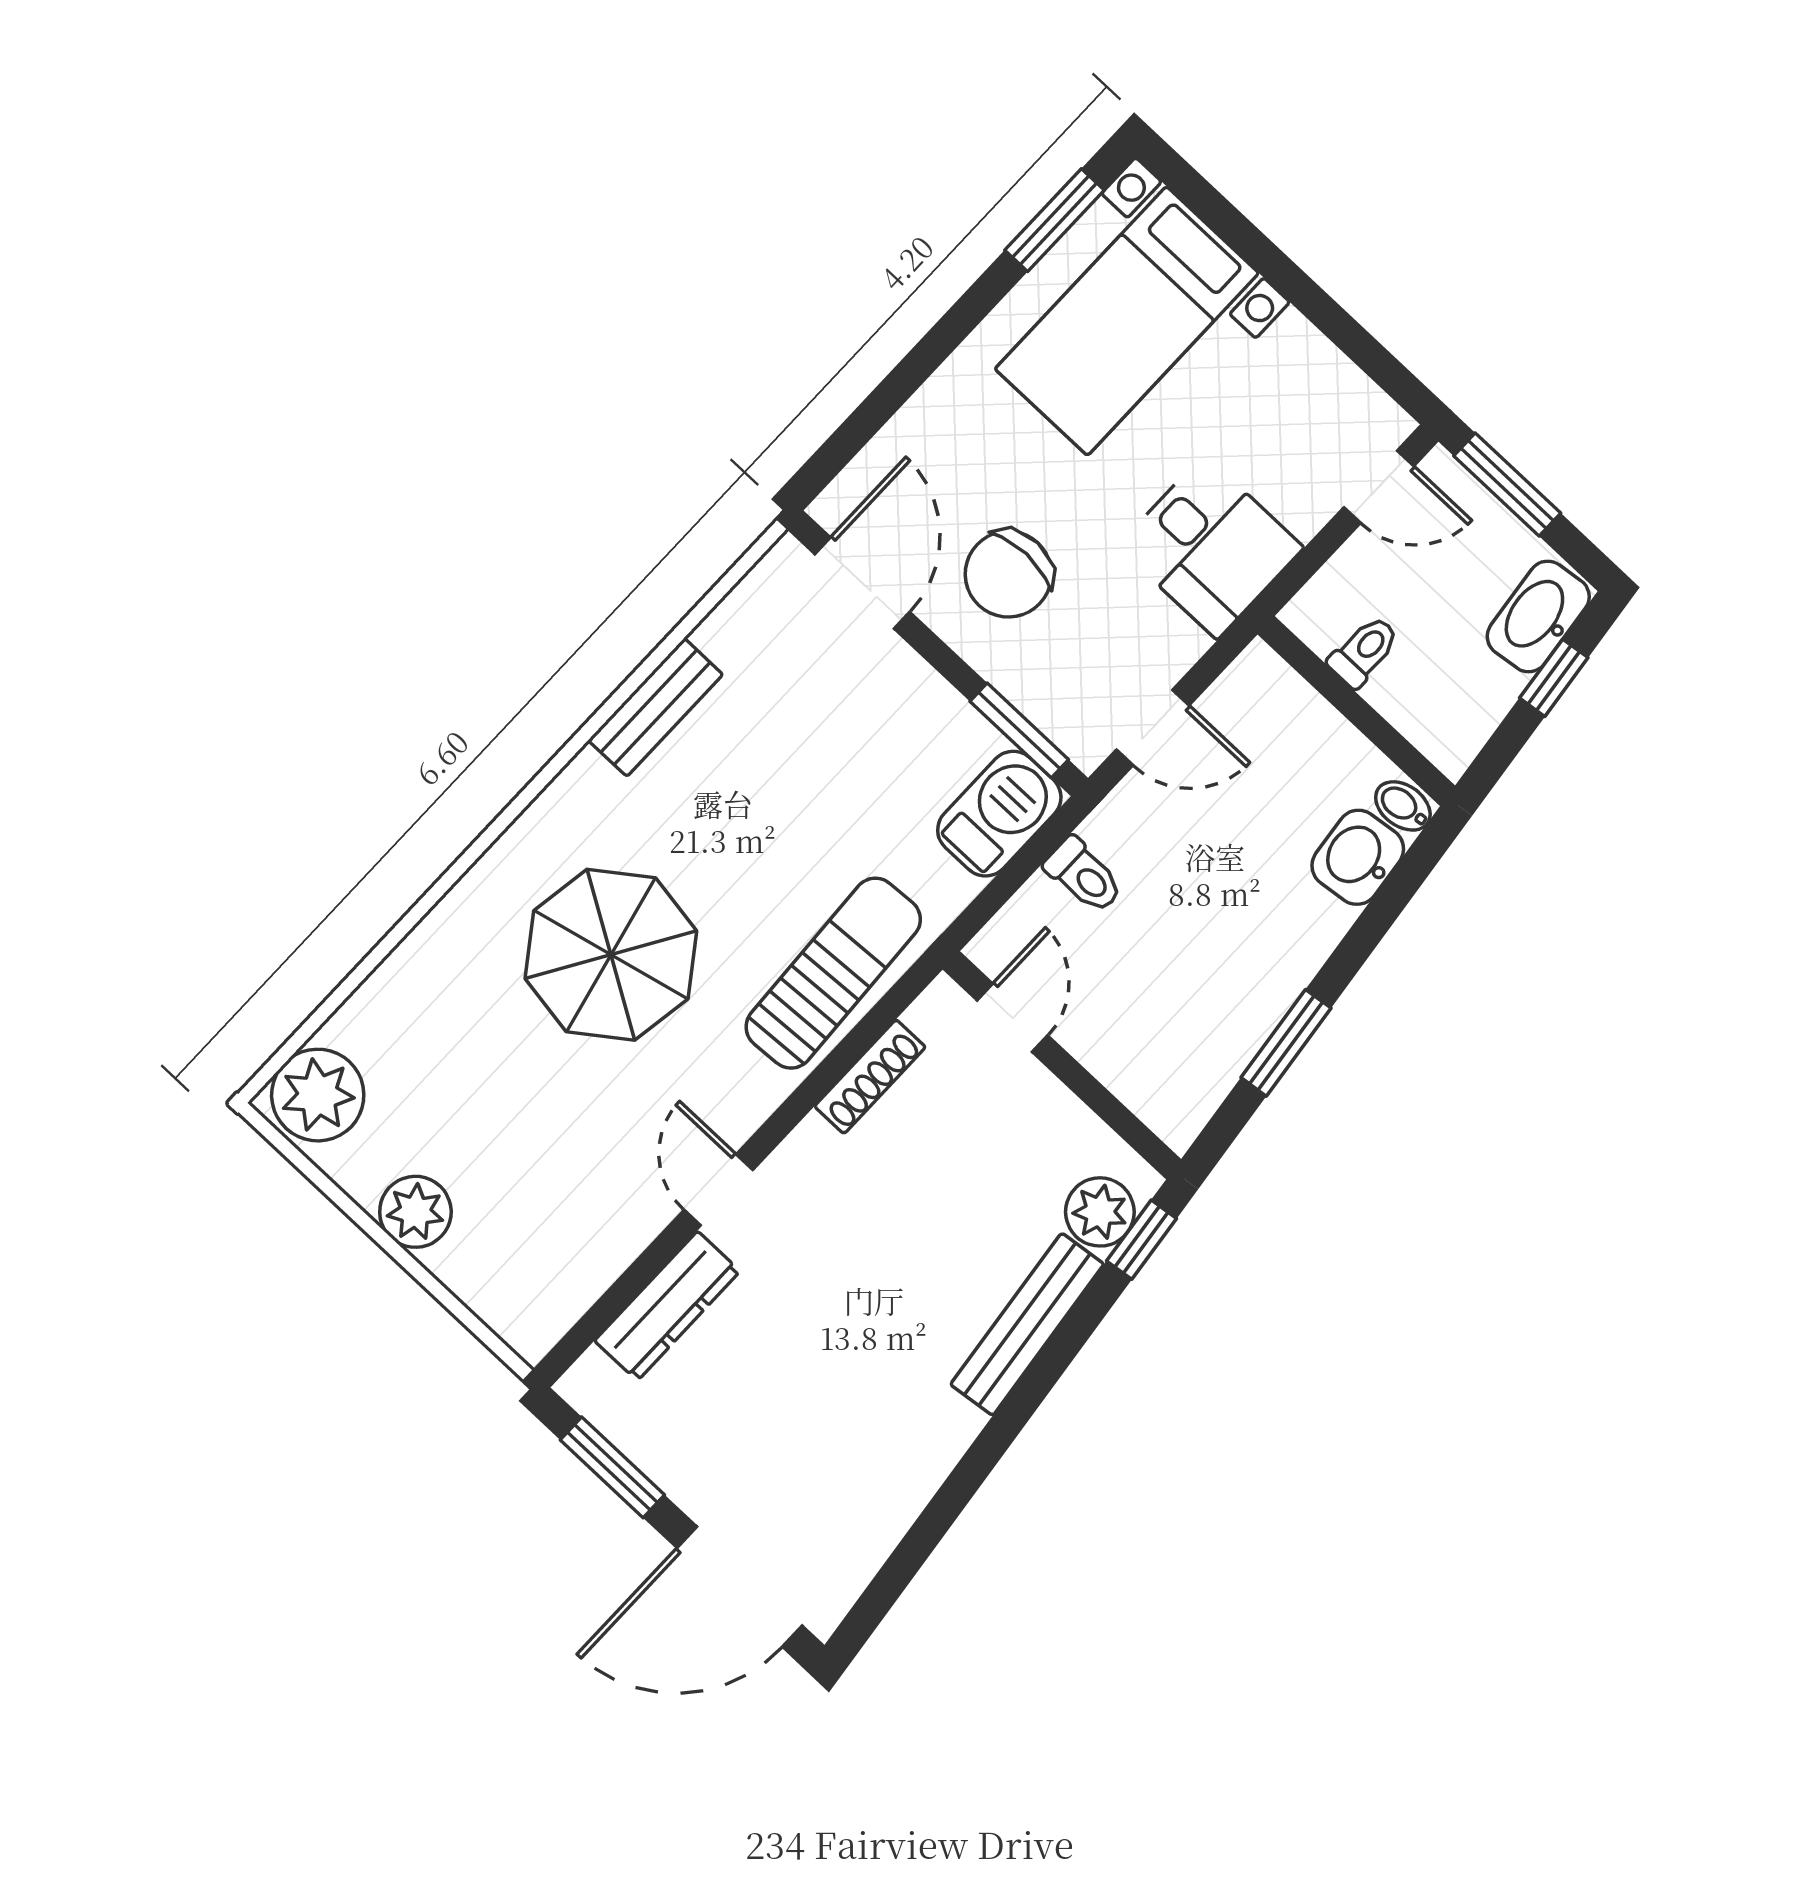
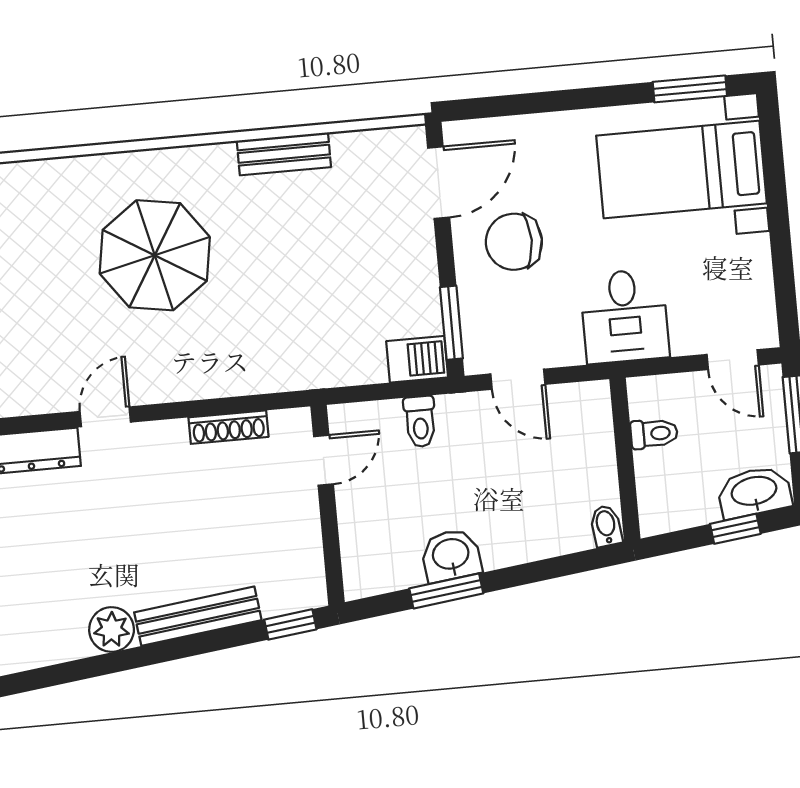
barbecue: (999, 814) -> (417, 359), width x0.73, depth x0.79
washbasin: (1358, 857) -> (451, 555), moved
sun lounger: (833, 973) -> (255, 361), removed
plant: (1100, 1212) -> (112, 630), moved

